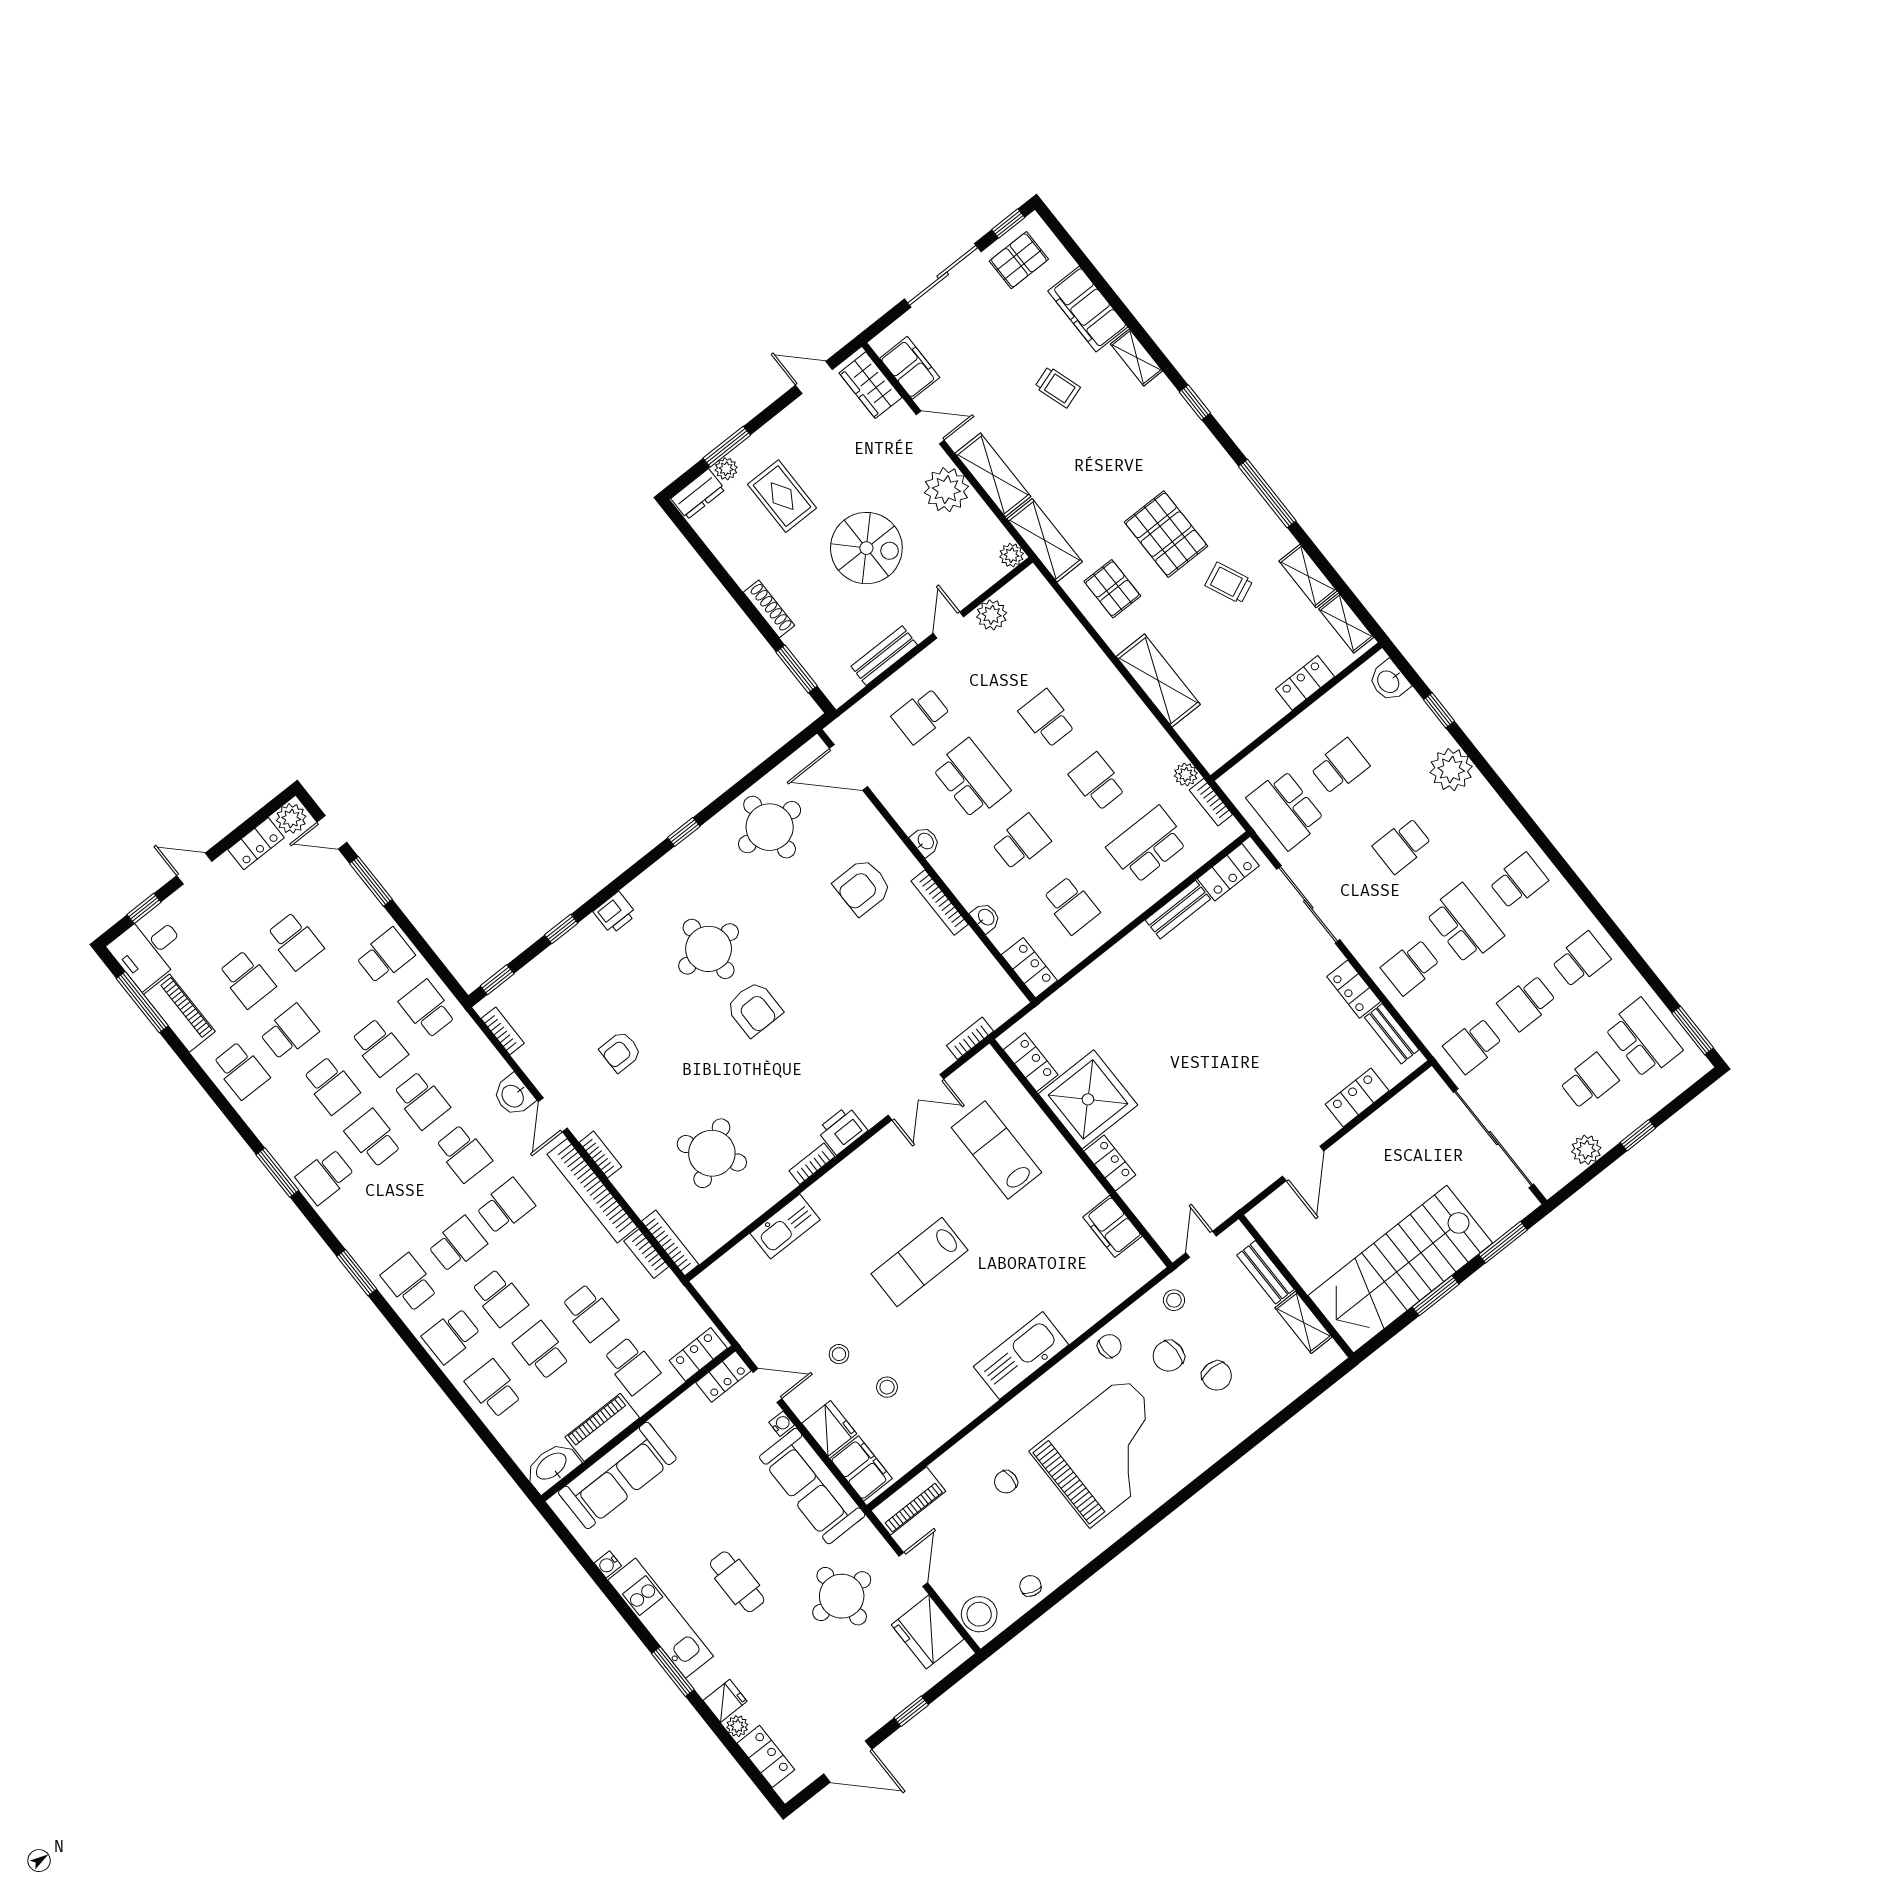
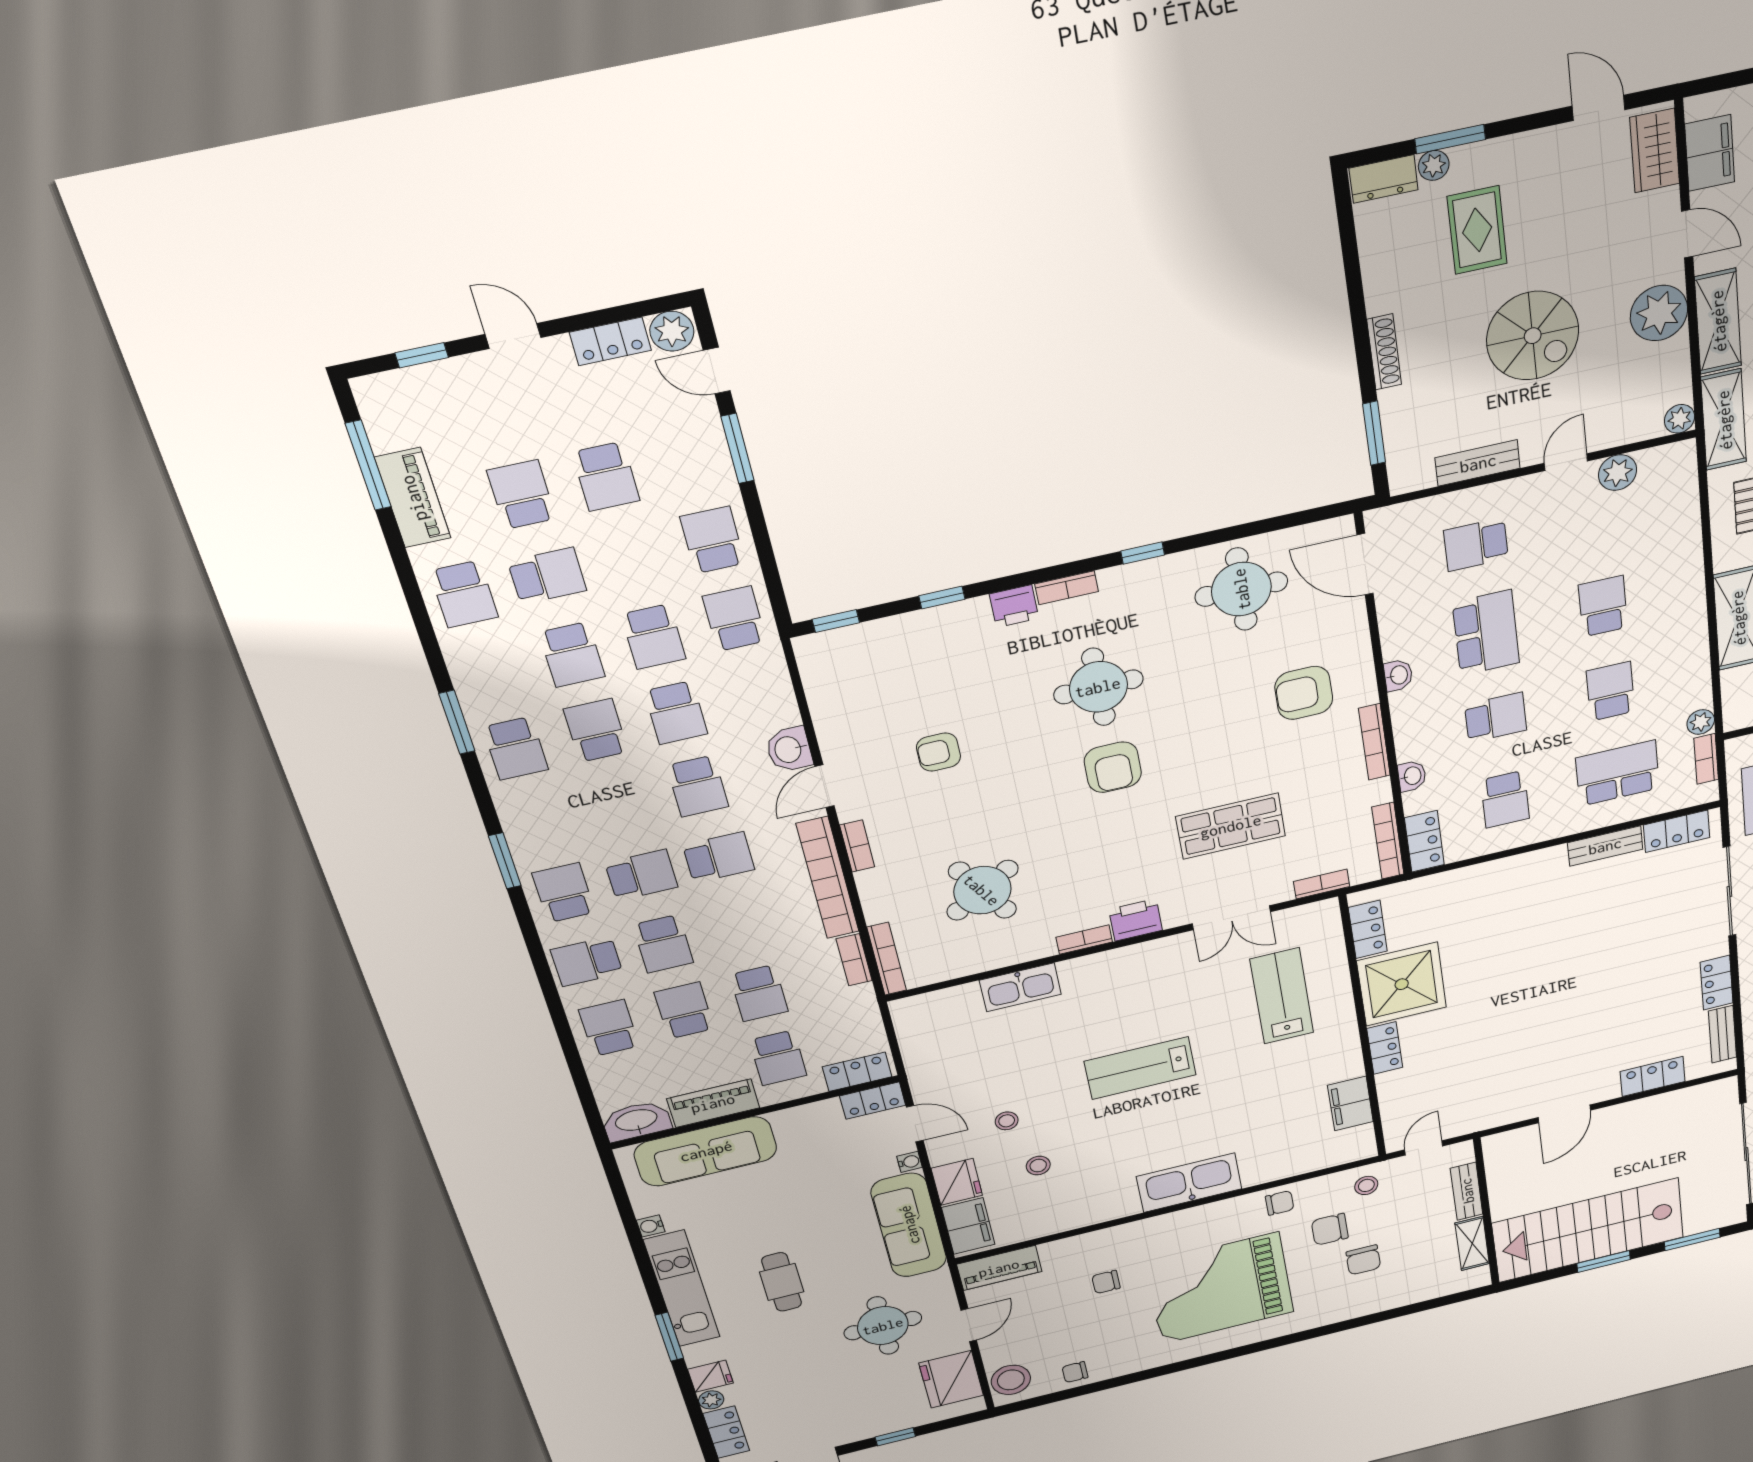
desk: (149, 950) -> (405, 407), removed
school desk: (385, 956) -> (712, 540), turned -90
school desk: (247, 979) -> (522, 495), turned 180
bookcase: (1000, 979) -> (1388, 841), added
shop shelf: (870, 1019) -> (1231, 826), added
bookcase: (503, 1031) -> (1067, 588), moved, turned 90
school desk: (325, 1176) -> (515, 748), turned -90
grand piano: (1108, 1452) -> (1220, 1288), turned 180
chair: (1030, 1586) -> (1075, 1372), turned -109

